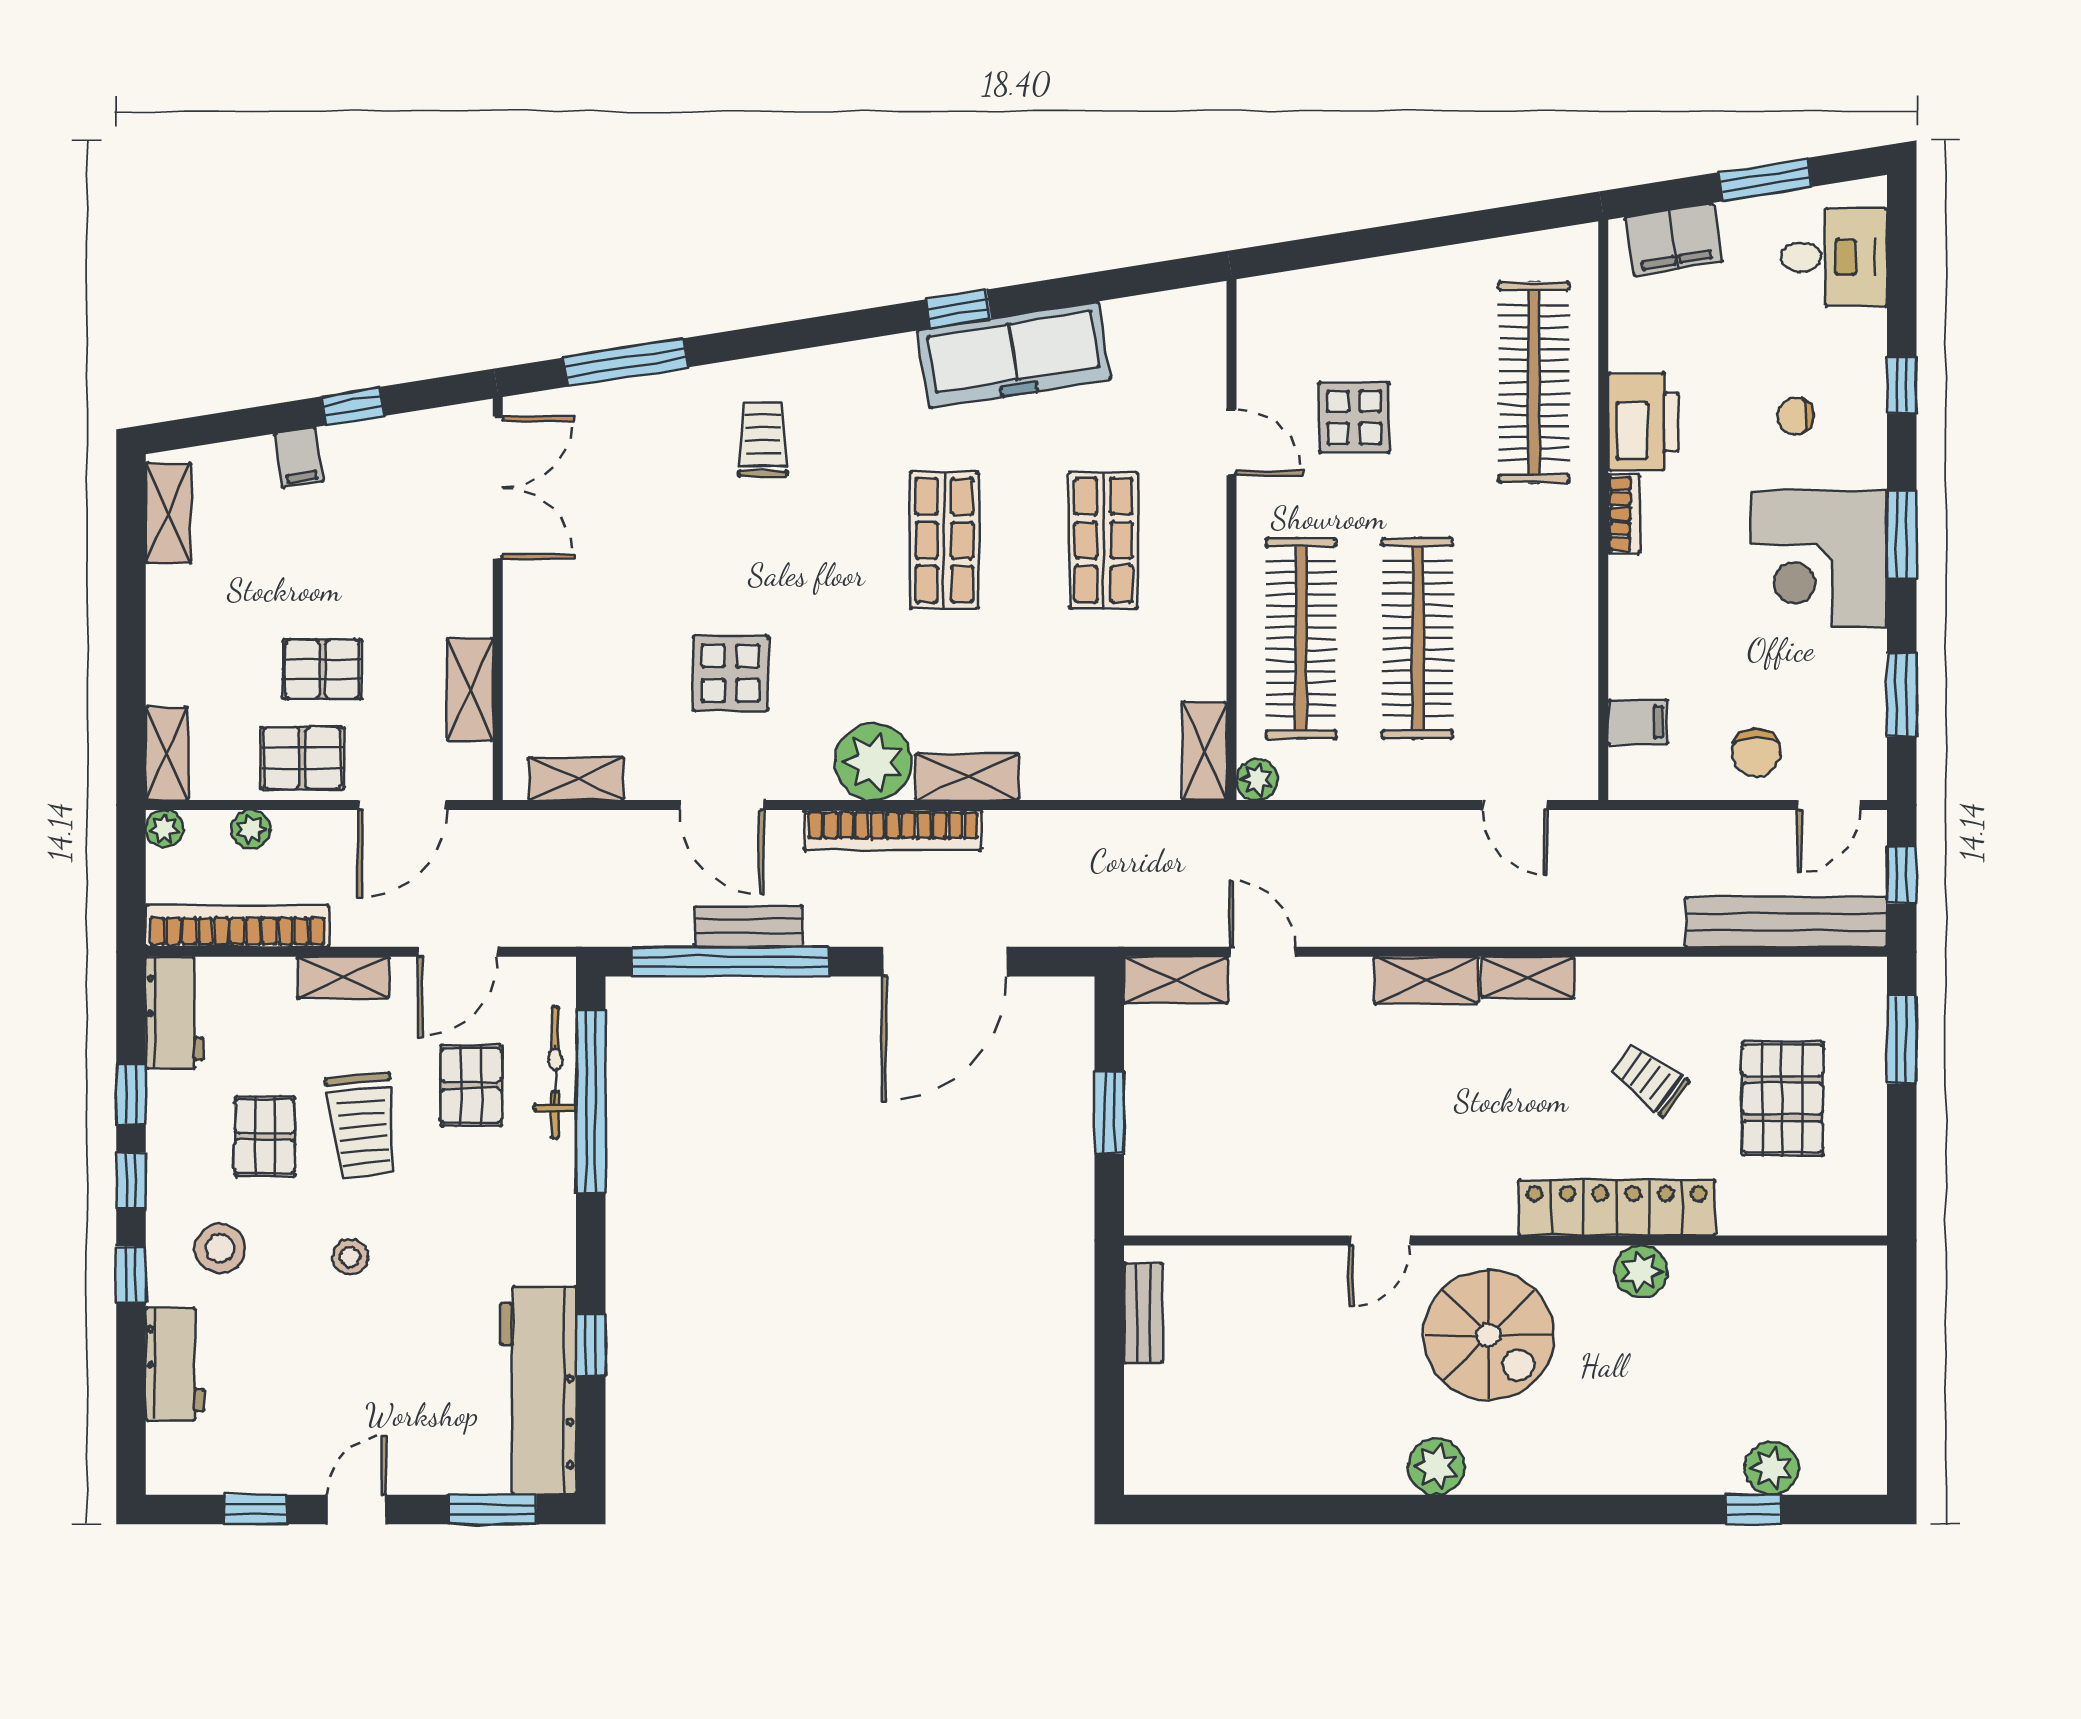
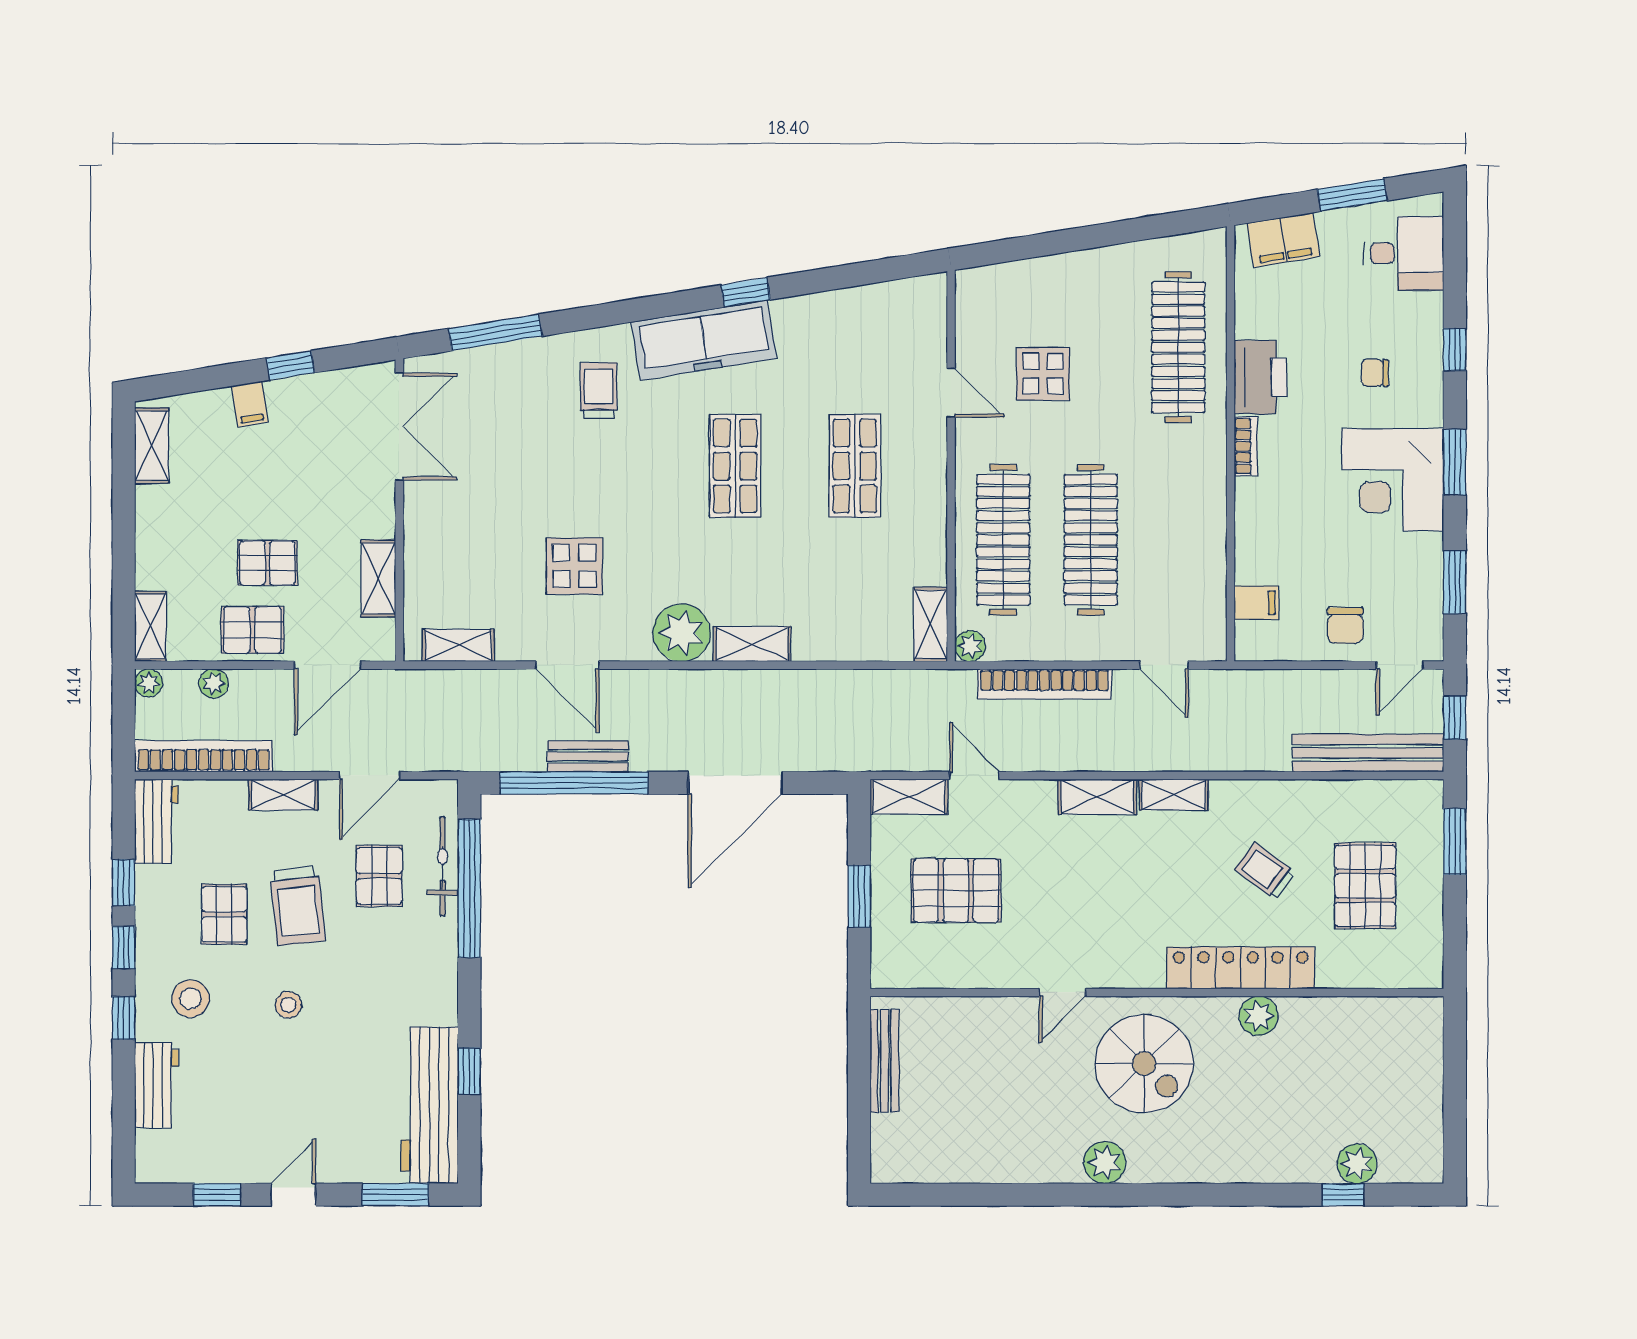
freezer: (1014, 355) -> (704, 340), moved
bookcase: (893, 830) -> (1044, 684), moved
pallet: (1238, 1105) -> (956, 890), added
bench: (1143, 1313) -> (884, 1061), width x1.36

